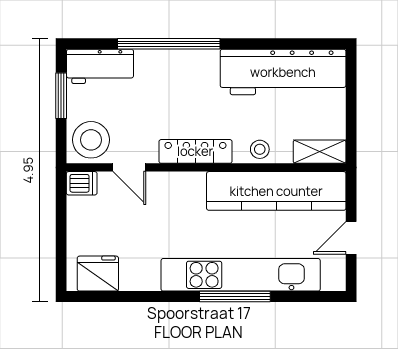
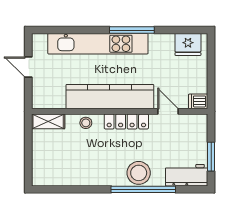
workbench: (283, 72) -> (71, 172), removed
stool: (91, 140) -> (139, 173), moved
kitchen counter: (276, 191) -> (110, 97), moved
door: (351, 238) -> (28, 67), swing flipped
window: (235, 297) -> (132, 30), moved

